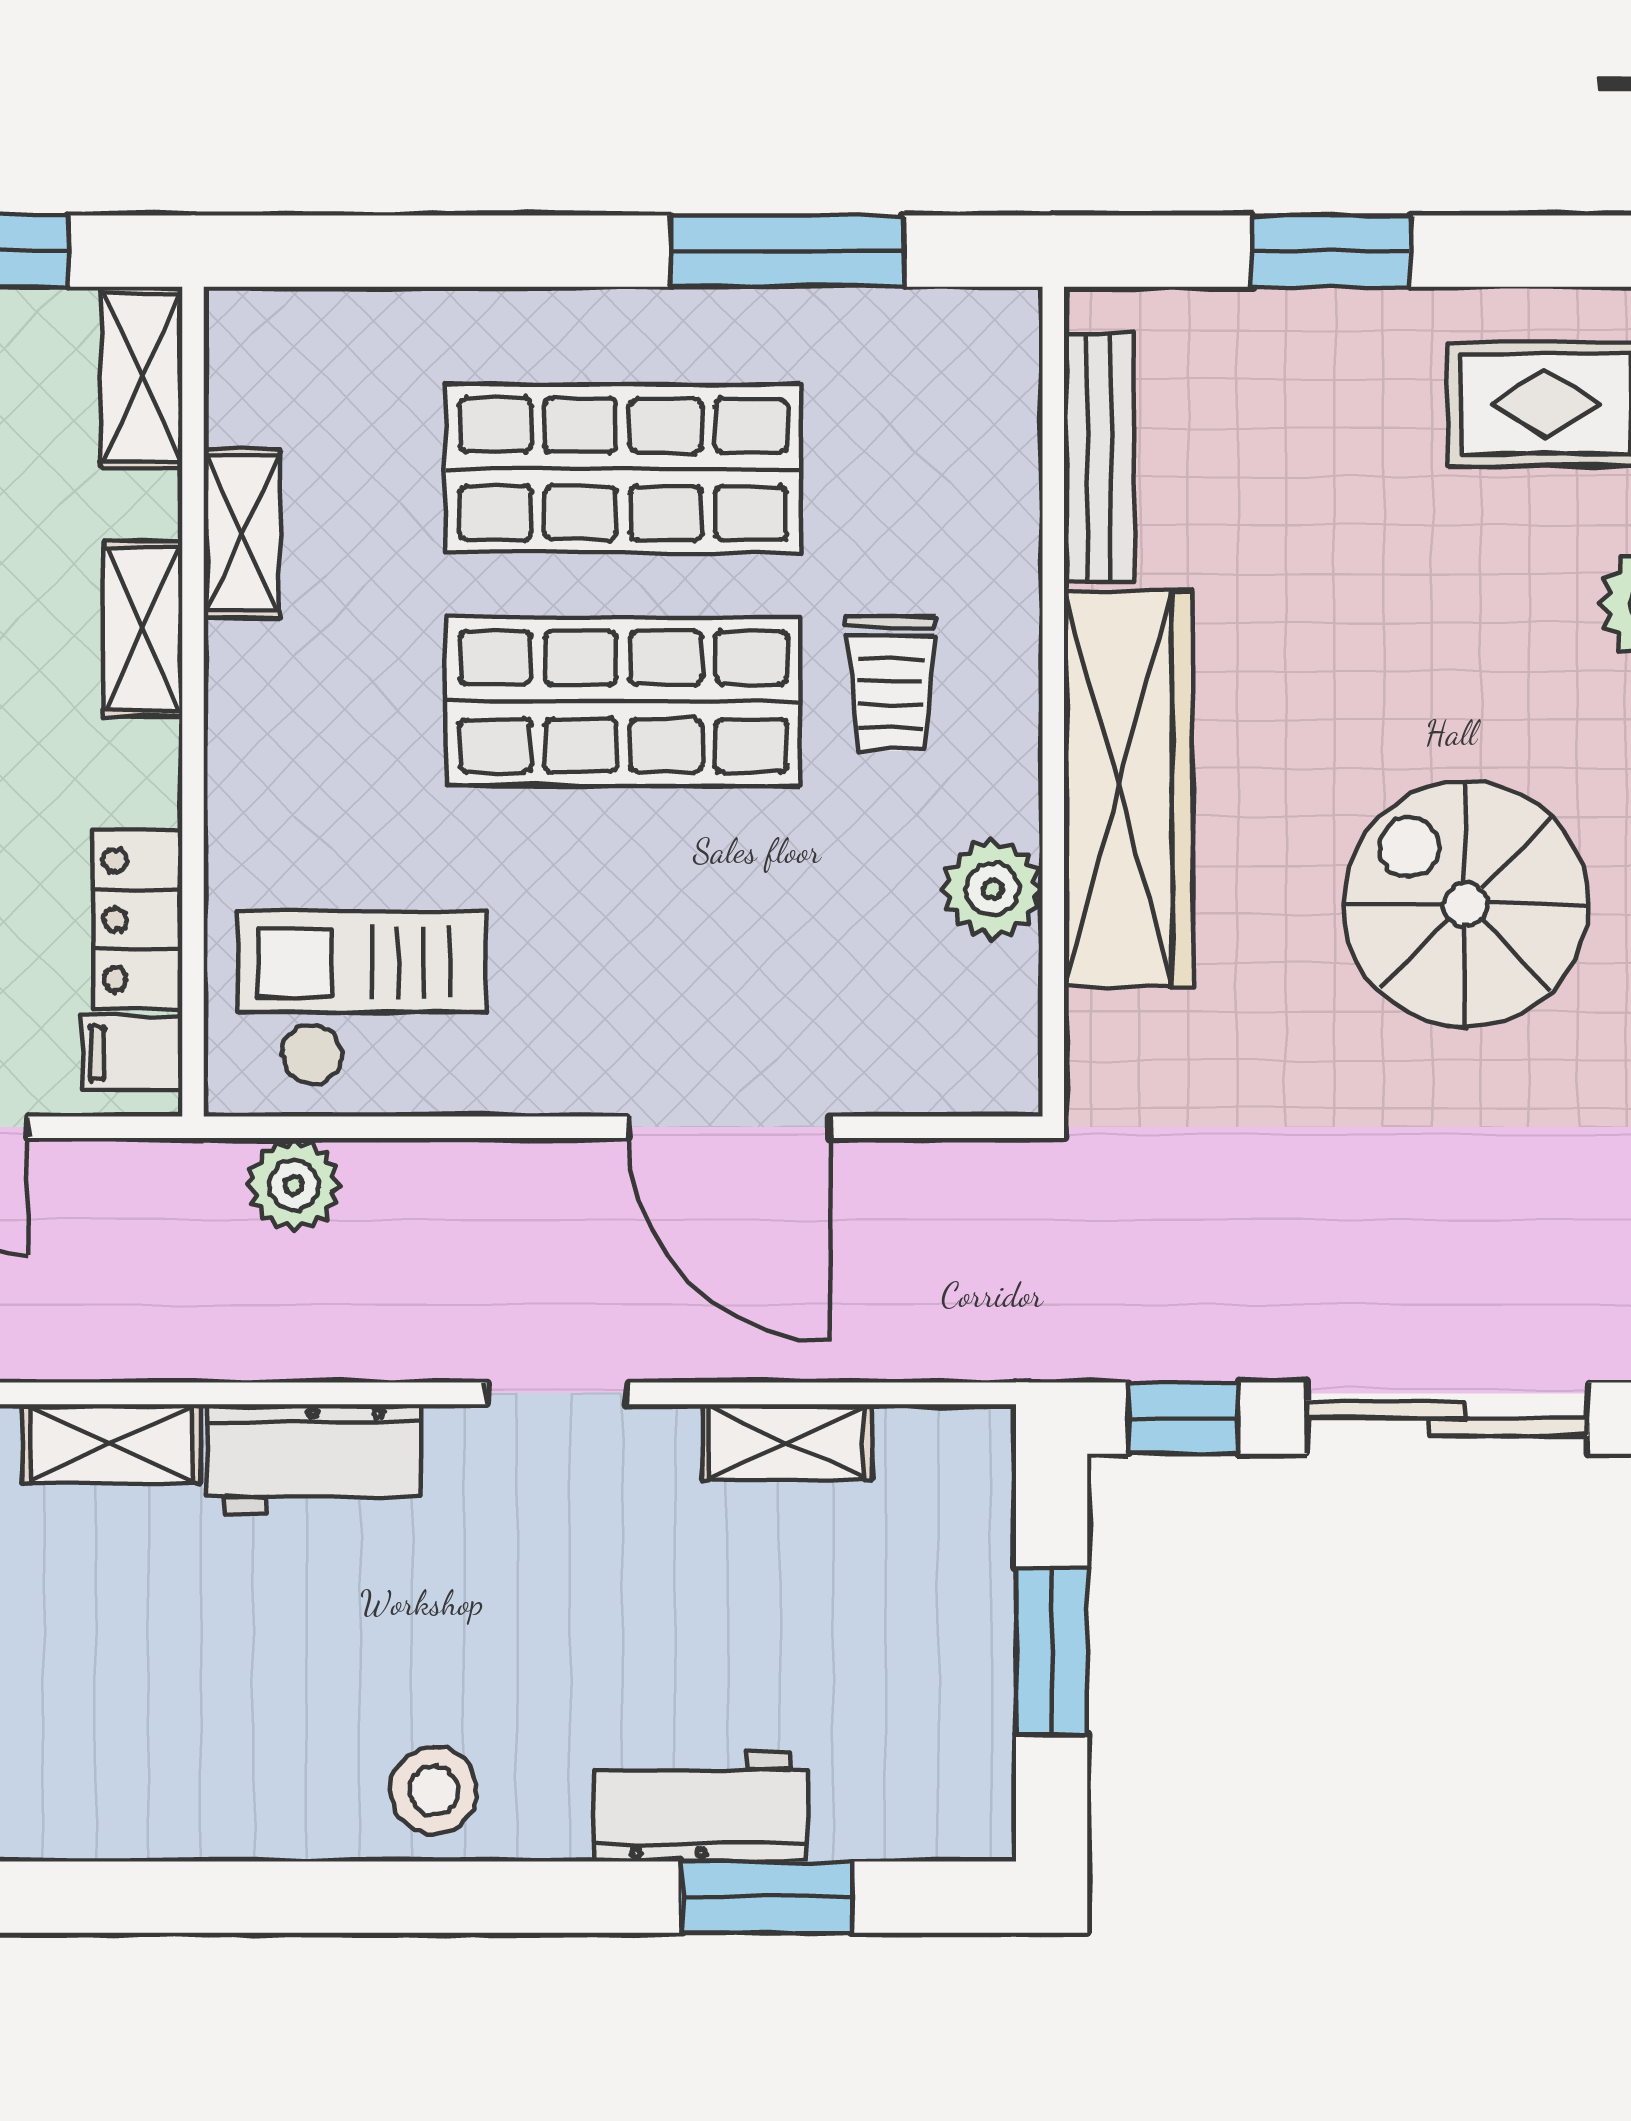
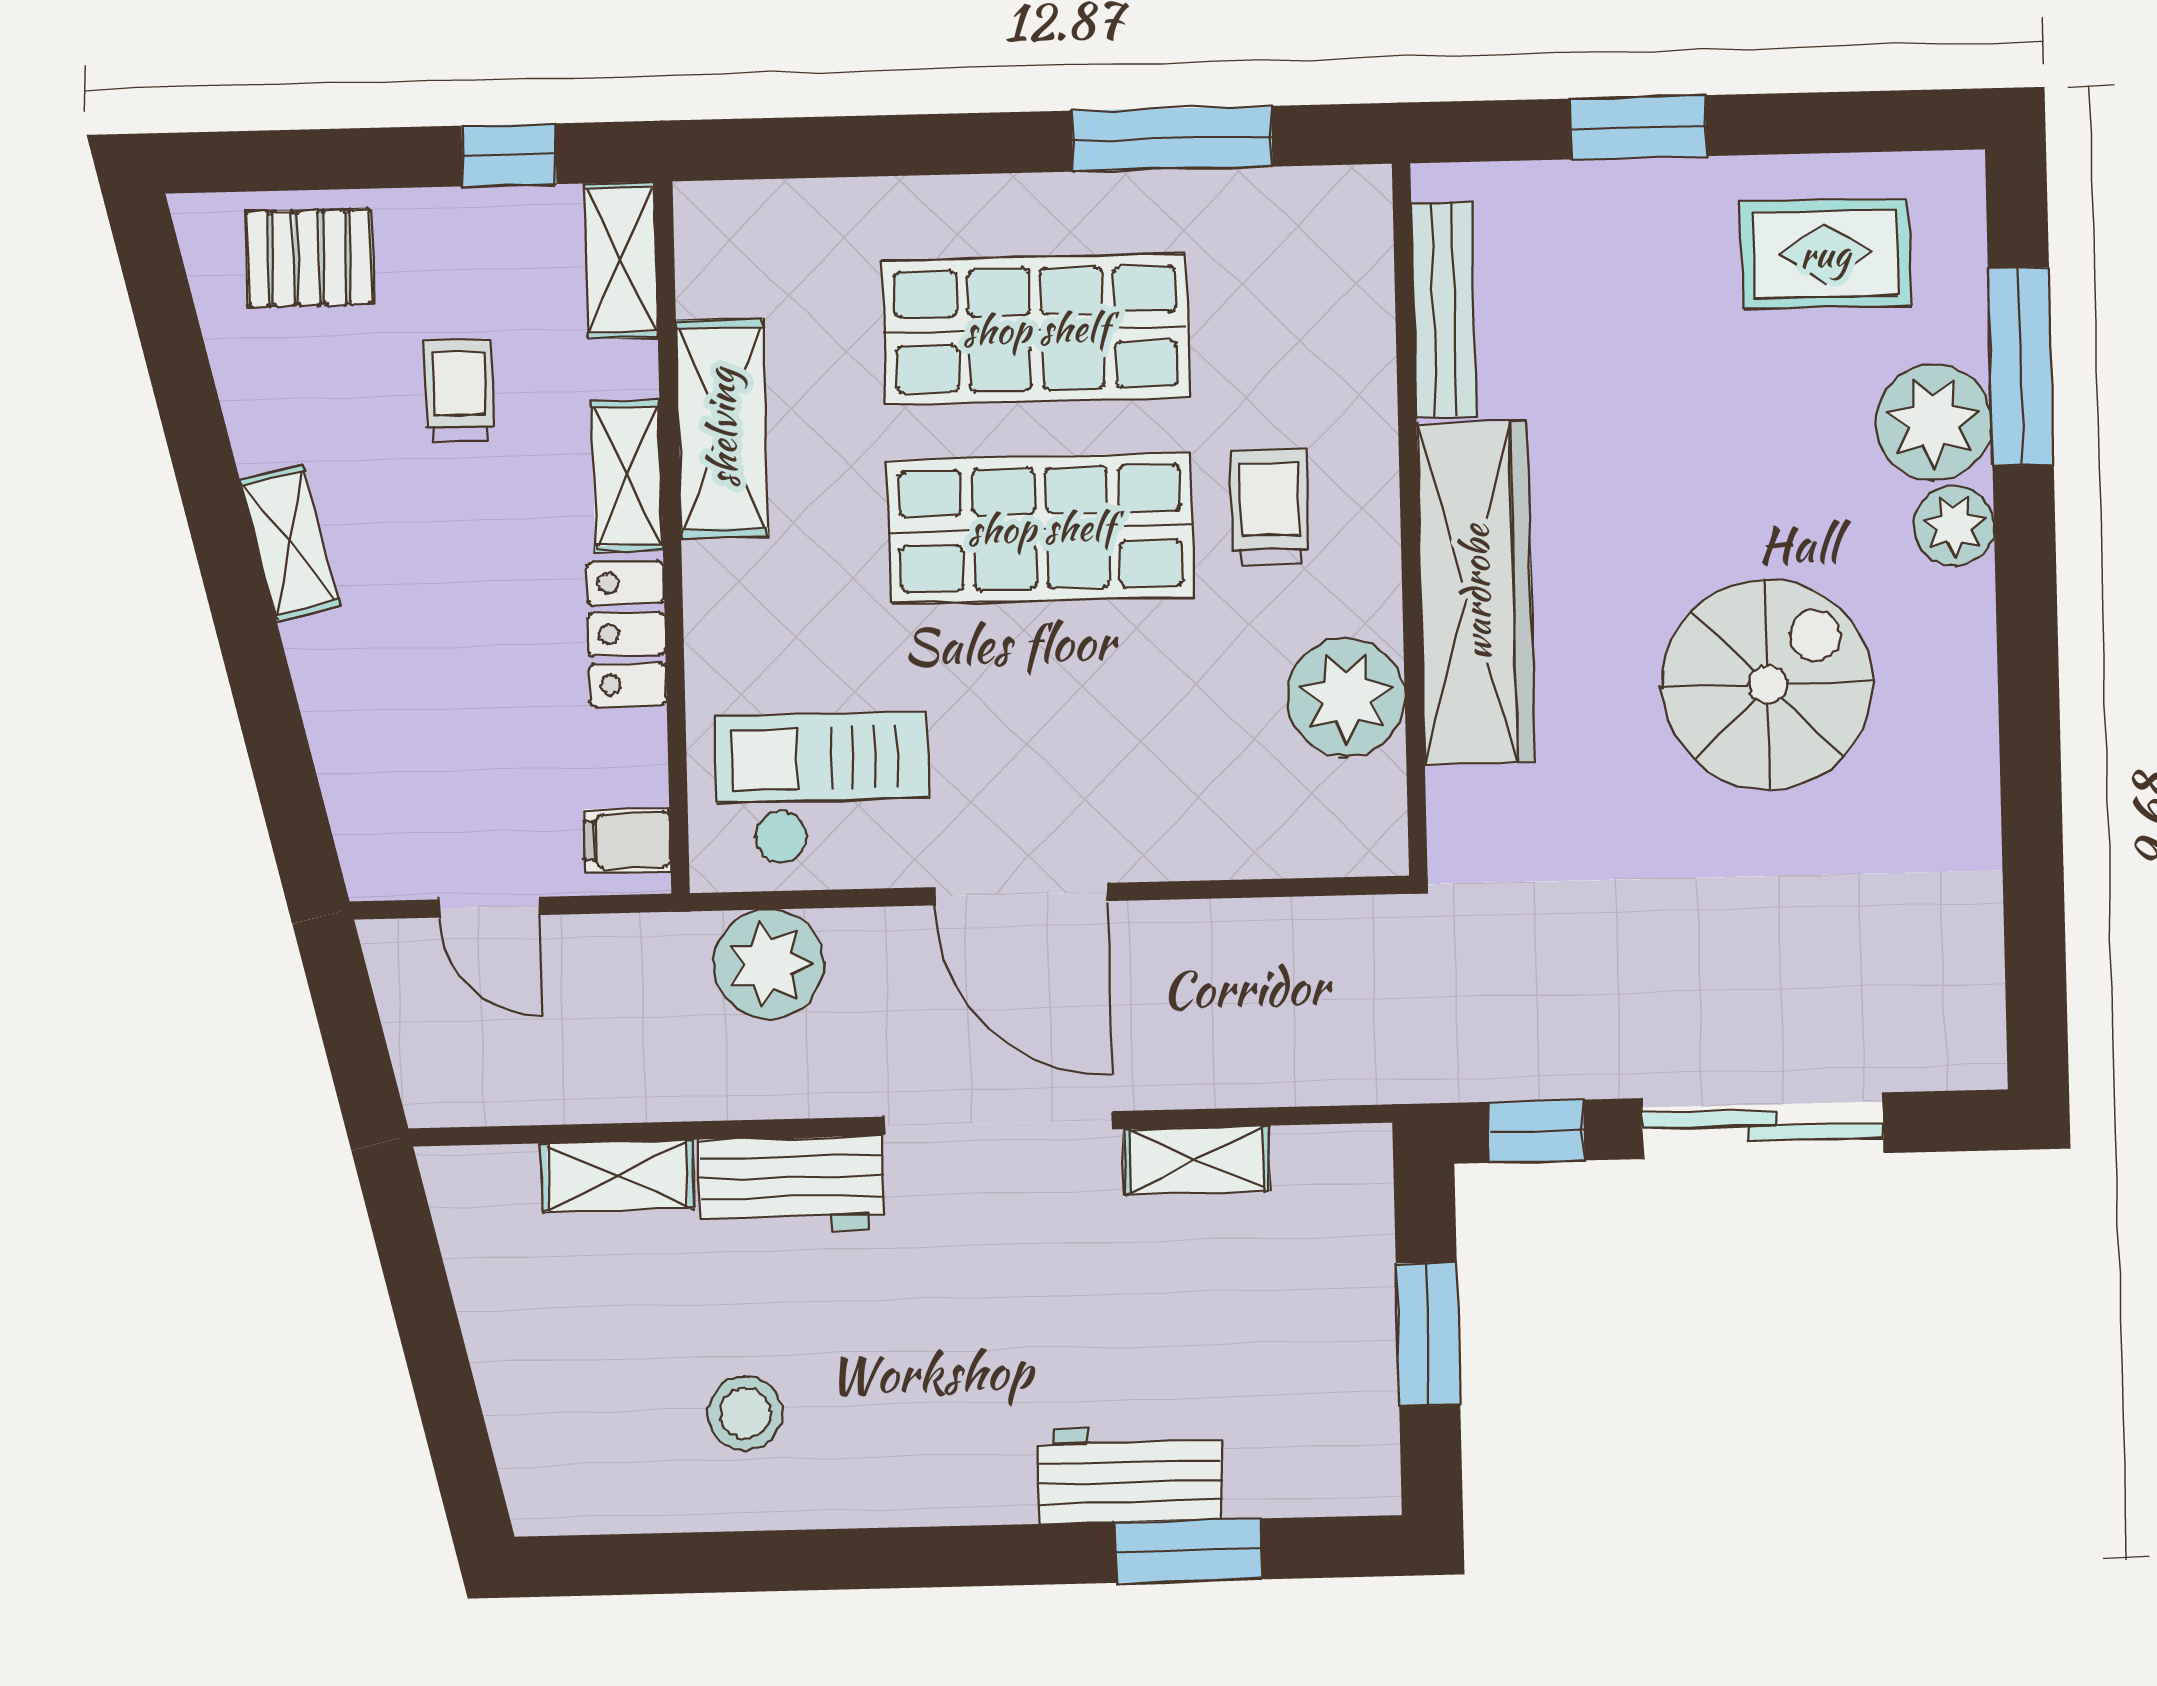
shelving: (242, 534) -> (722, 428), width x1.50, depth x1.33
trolley: (890, 684) -> (1270, 508), turned 180
plant: (992, 889) -> (1346, 697), width x1.36, depth x1.36
spiral stairs: (1466, 904) -> (1767, 684), turned 90
locker: (138, 920) -> (627, 634), moved
door: (729, 1127) -> (1021, 894), moved
plant: (294, 1185) -> (769, 964), width x1.36, depth x1.36
doorway: (557, 1393) -> (999, 1123), width x1.87
stool: (434, 1790) -> (745, 1413), moved

